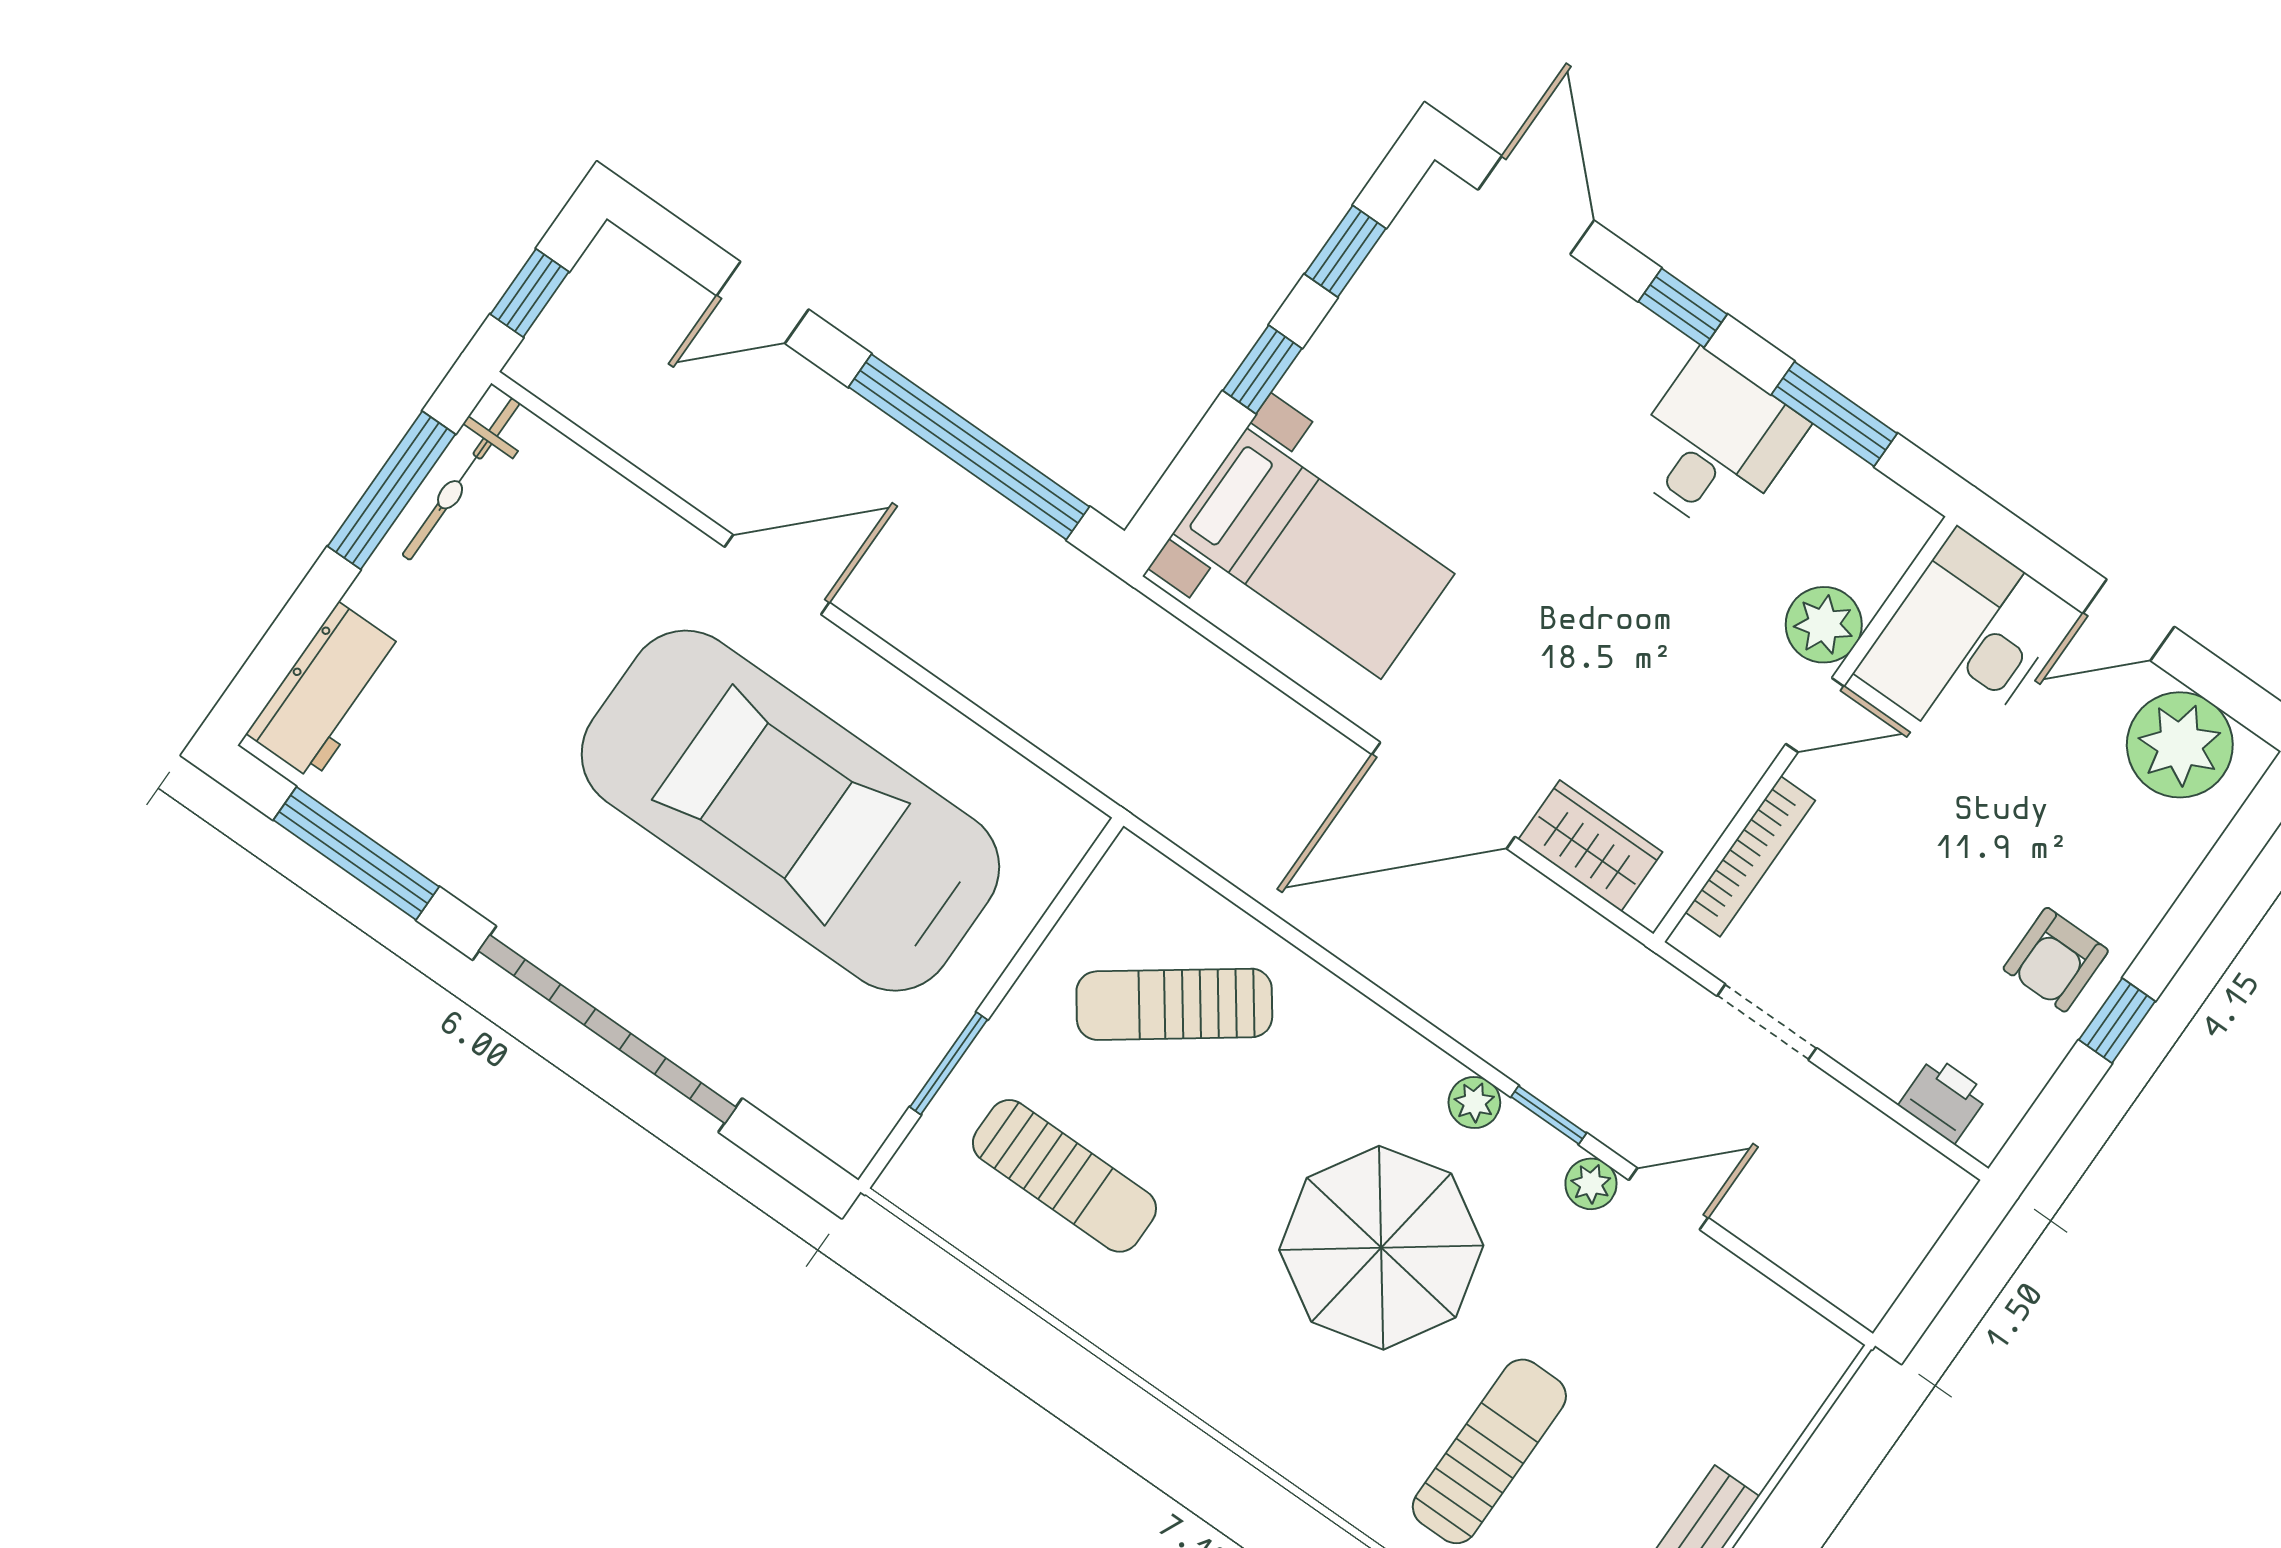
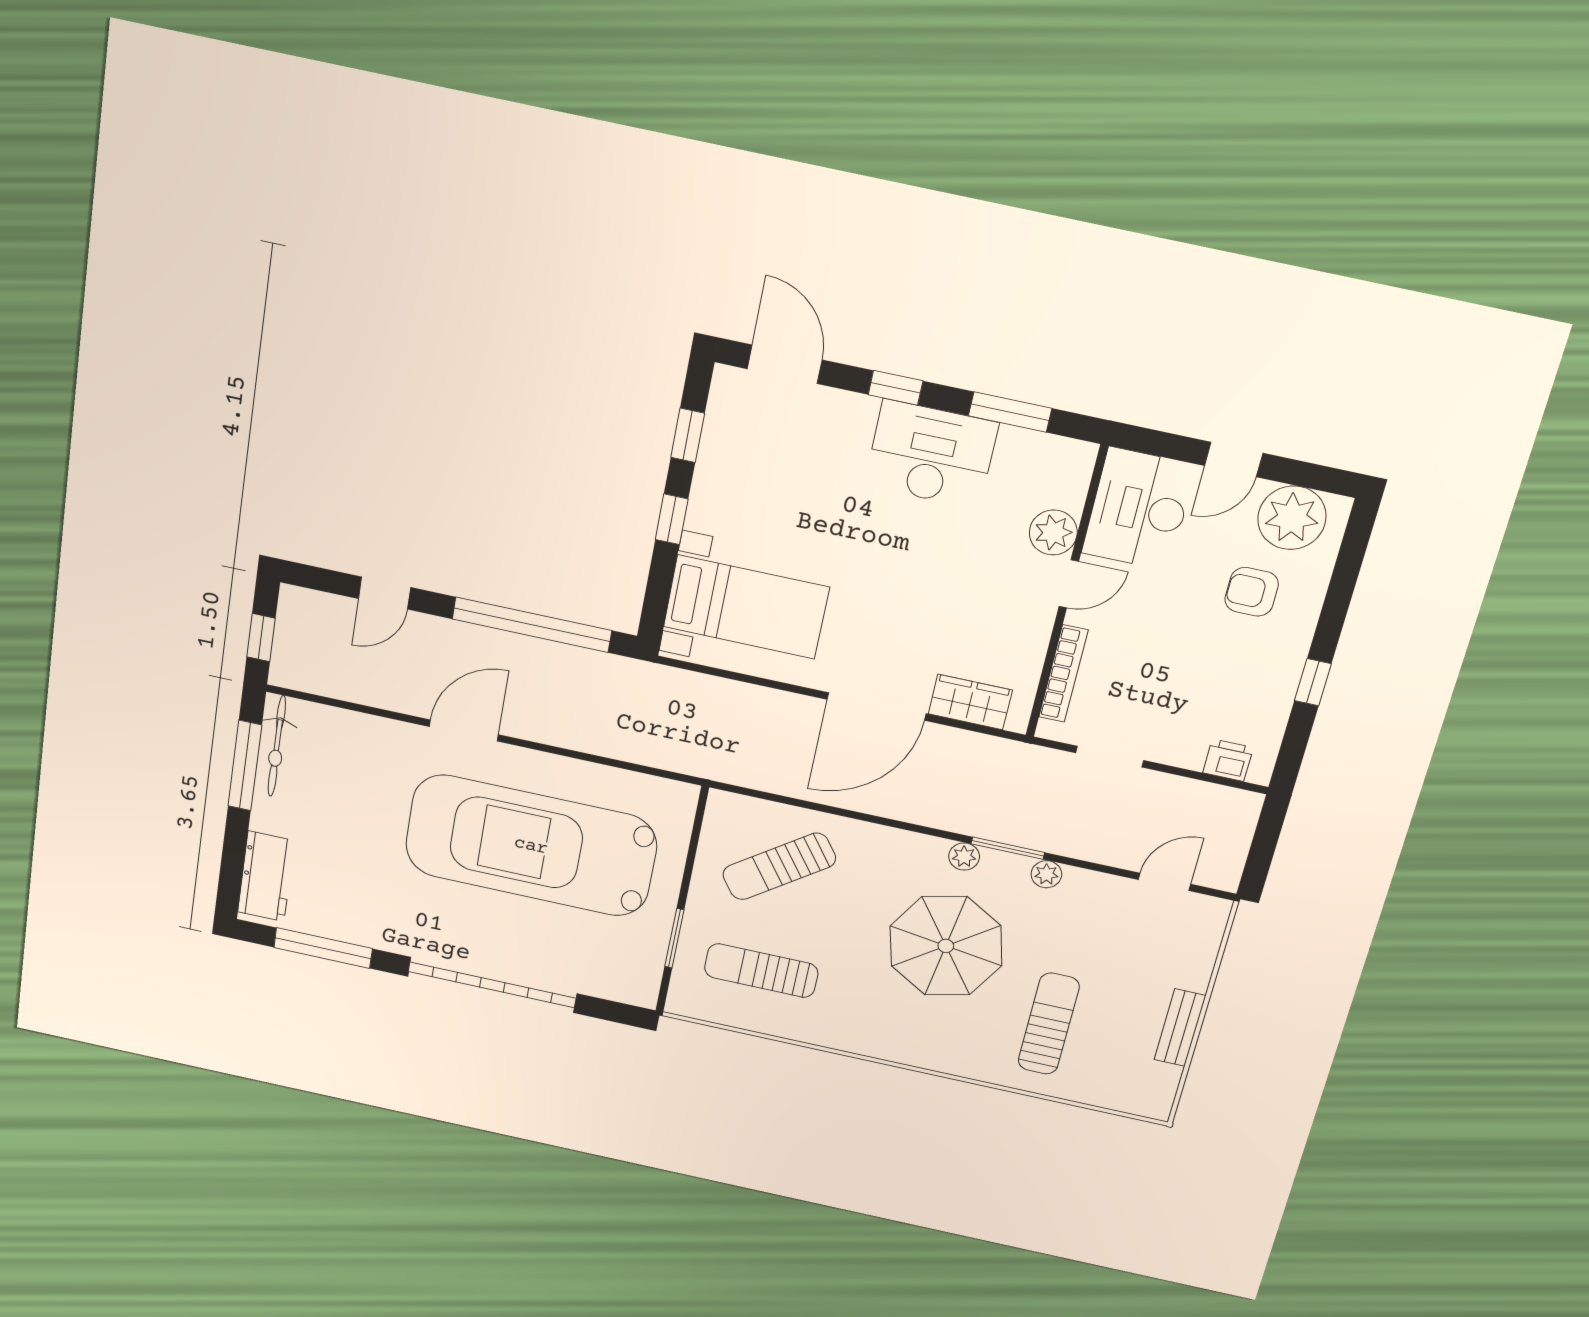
desk: (1714, 444) -> (931, 454), width x1.37
armchair: (2056, 960) -> (1252, 592), moved, turned 90
window: (1549, 1115) -> (1008, 848), width x1.50
sun lounger: (1064, 1176) -> (761, 971), turned 180
door: (1669, 1199) -> (1164, 882), moved

